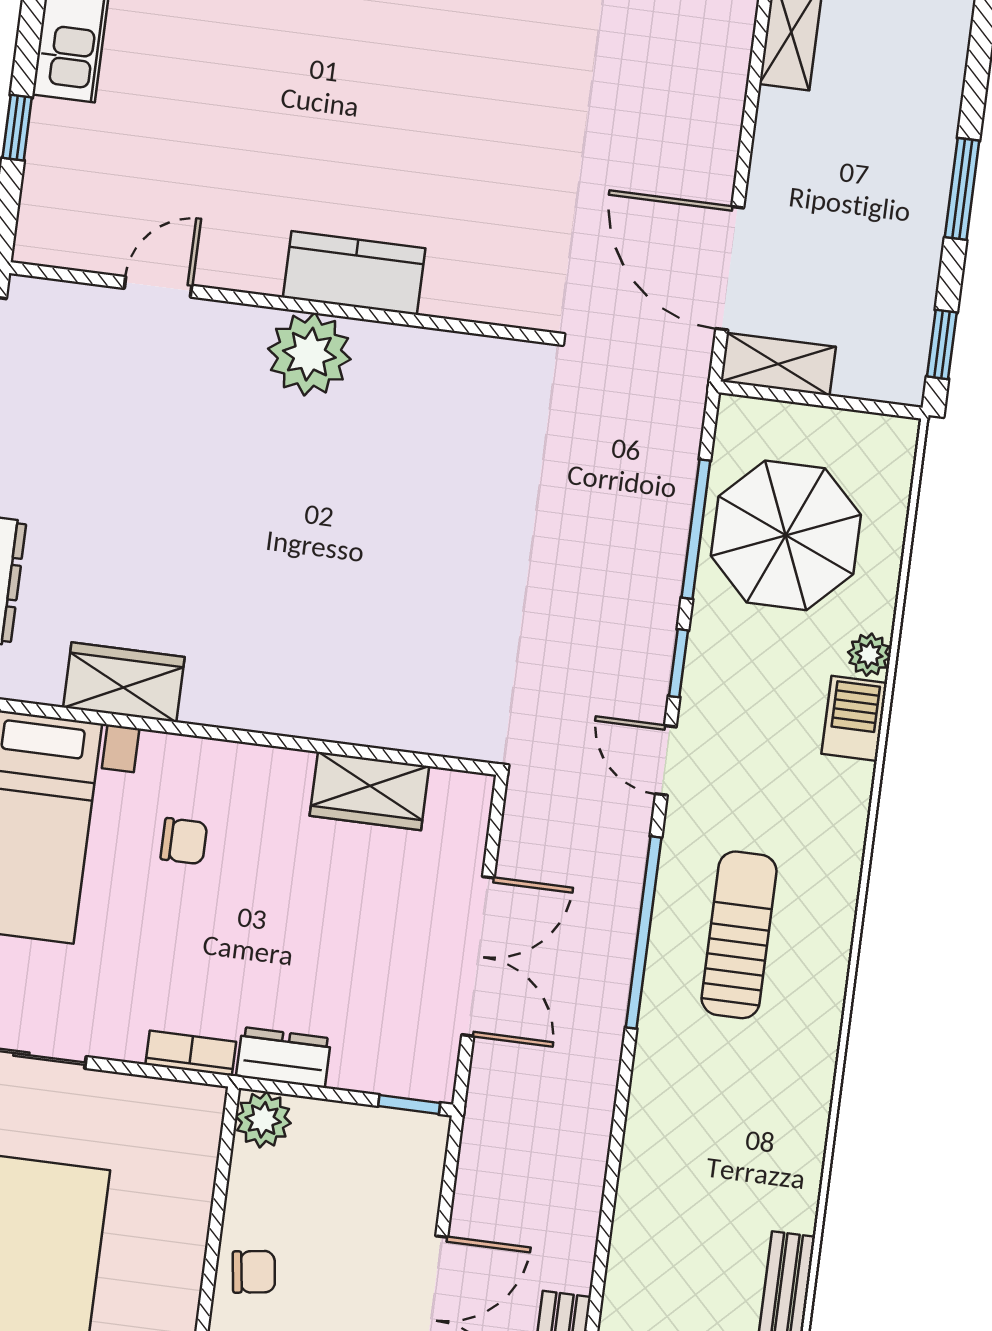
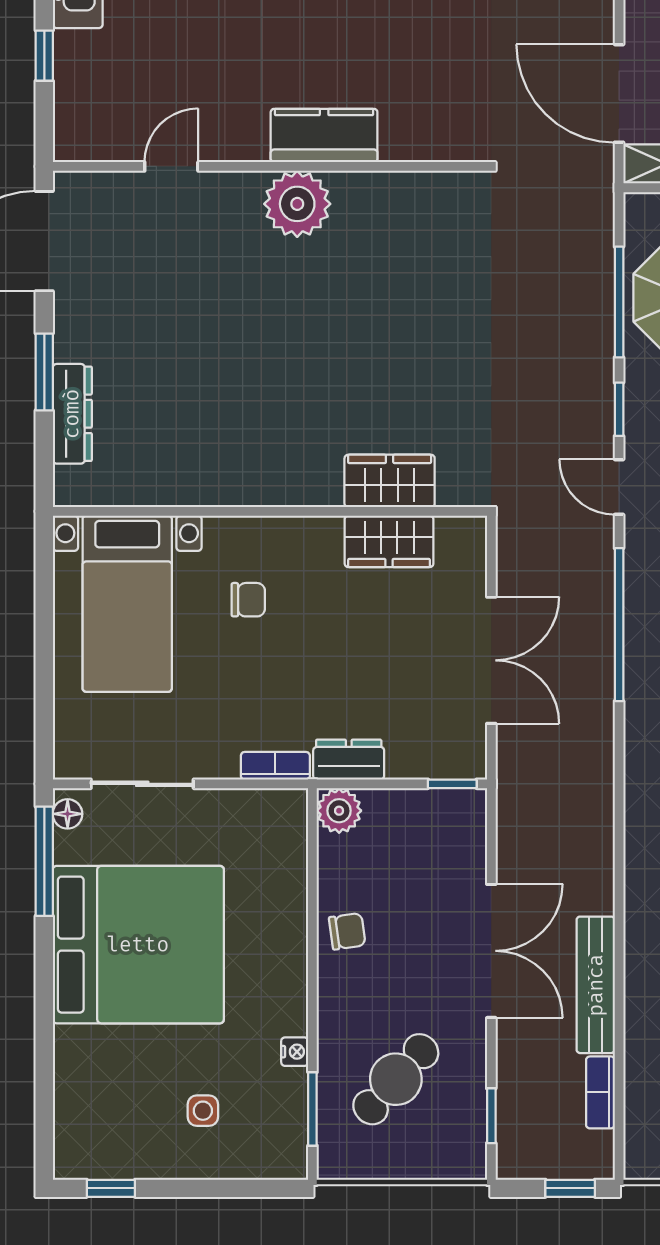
wardrobe: (124, 682) -> (390, 481), moved

